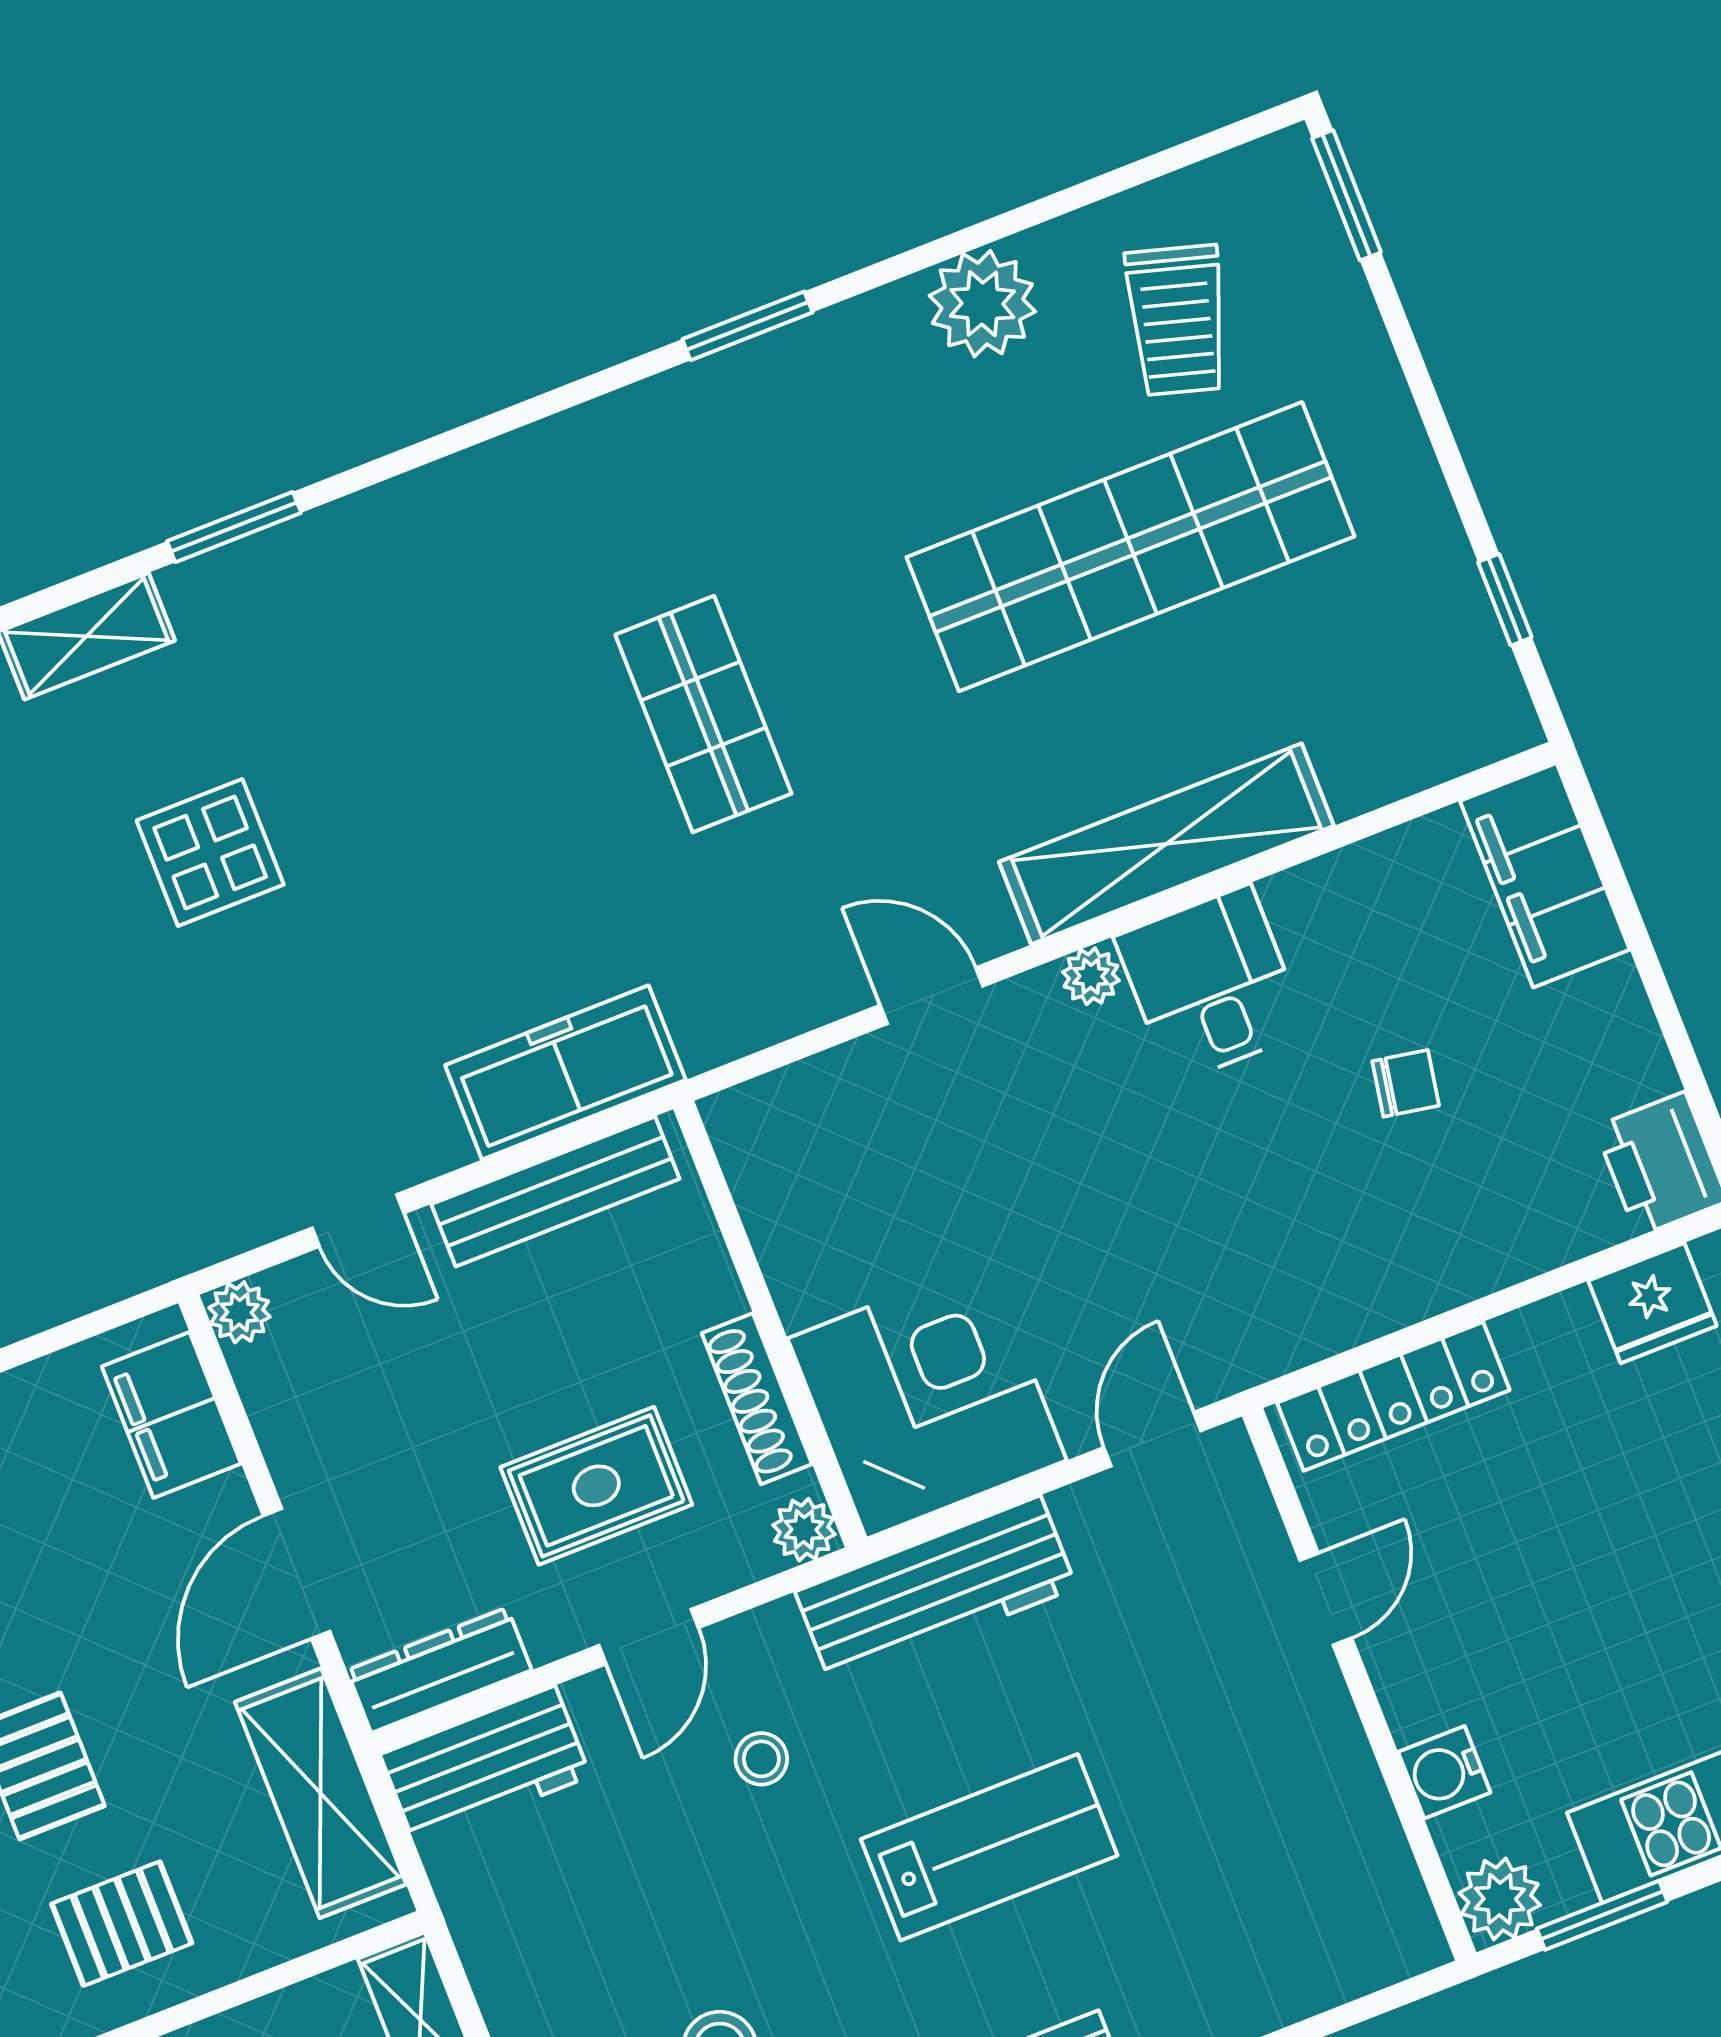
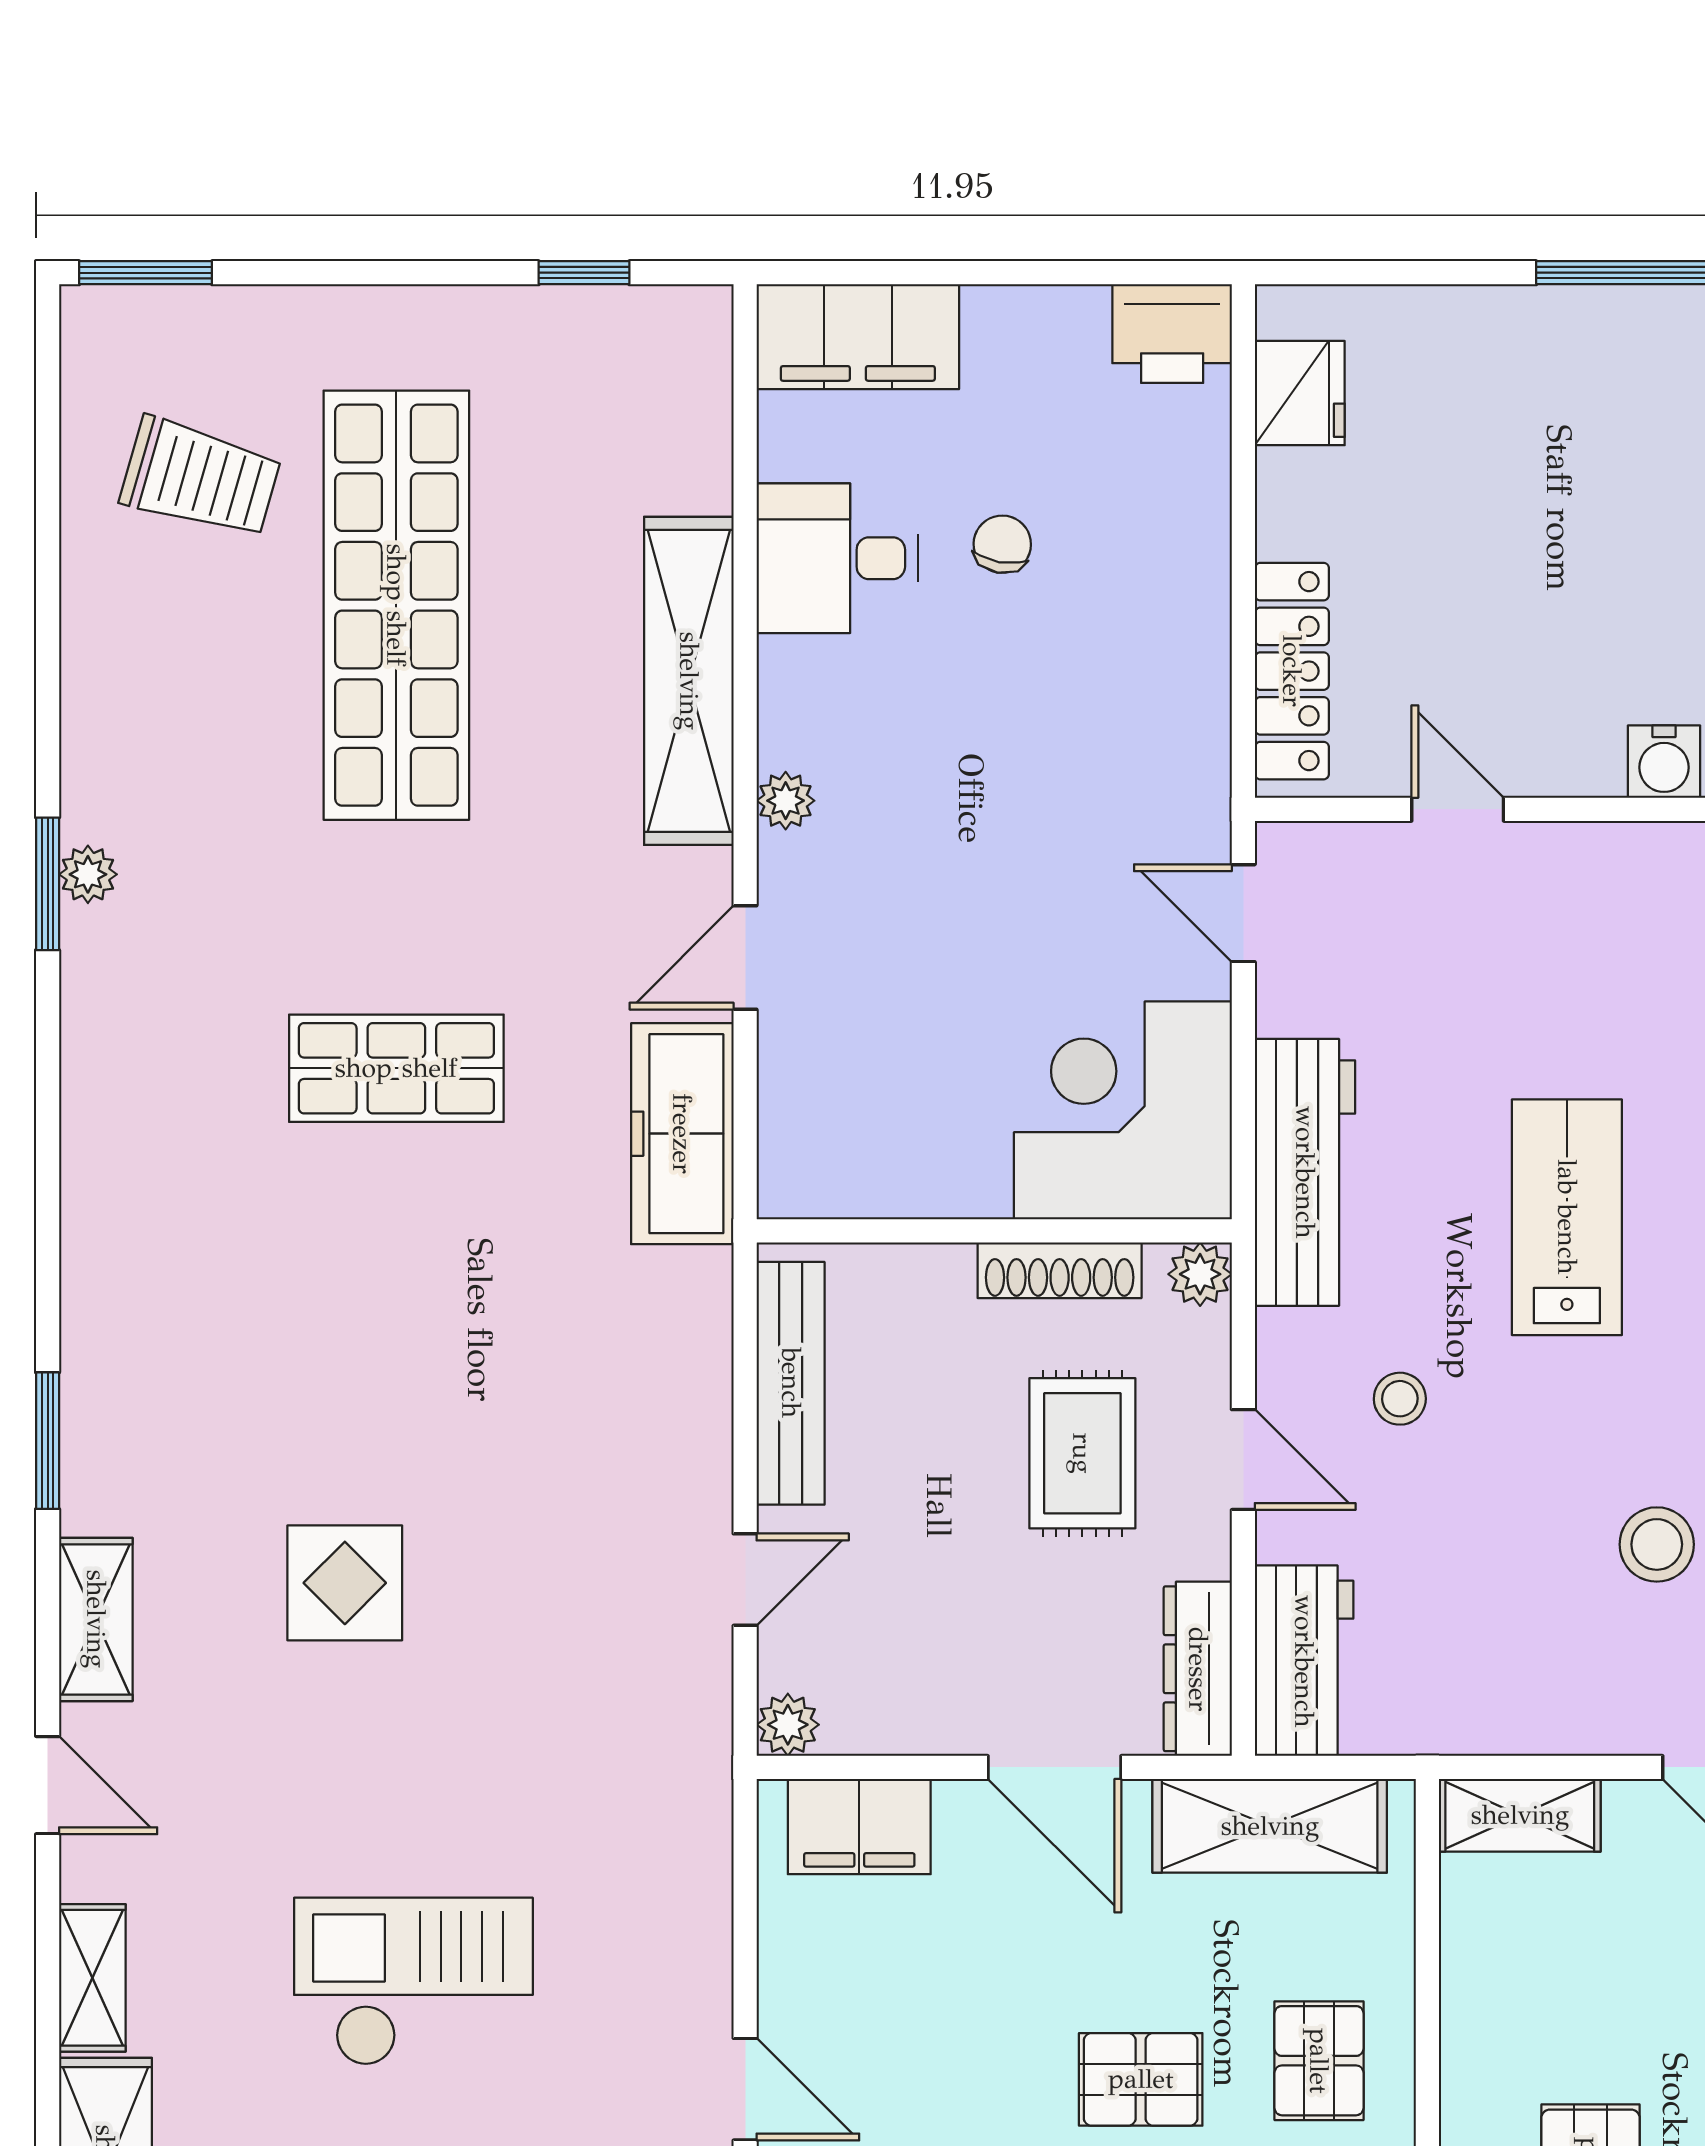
plant: (982, 304) -> (88, 874), moved, width x0.53, depth x0.53
desk: (1211, 984) -> (837, 558), moved
freezer: (565, 1072) -> (682, 1134), moved

